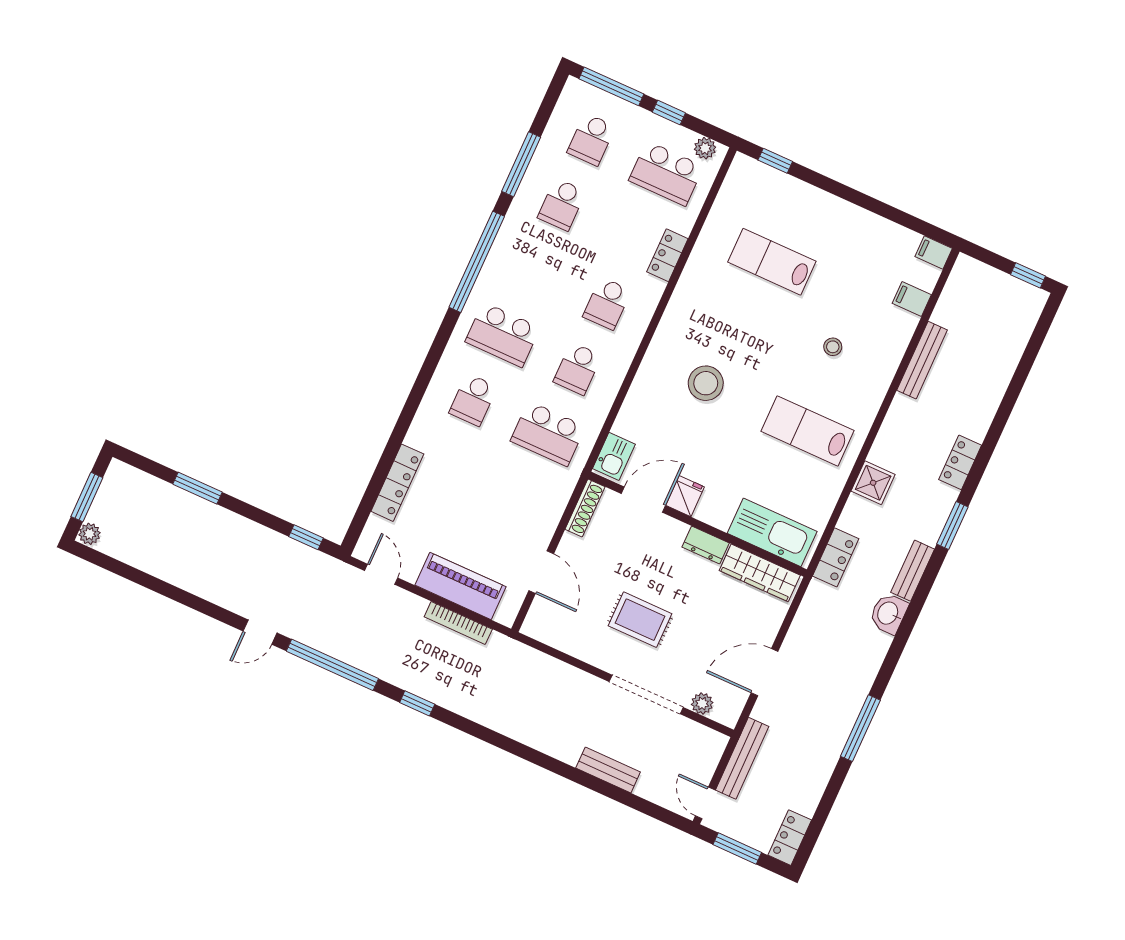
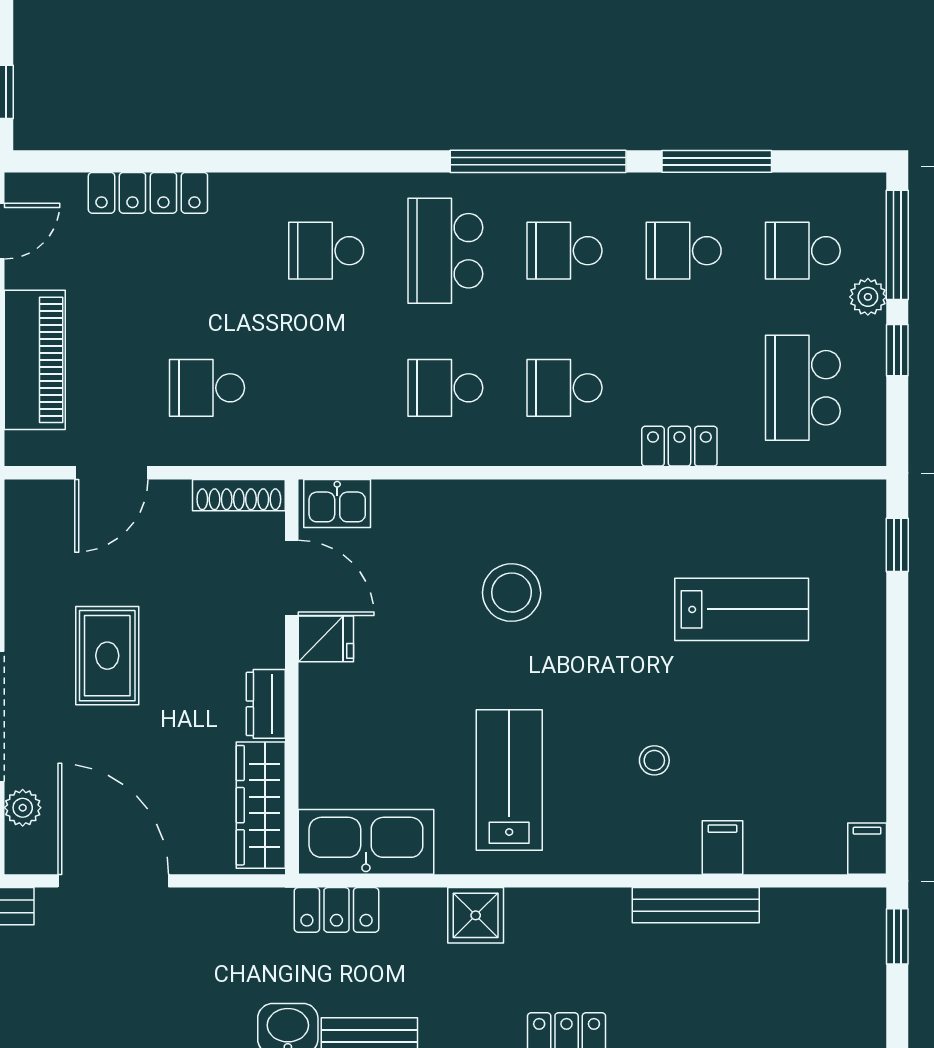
plant: (705, 148) -> (868, 297), moved
lab bench: (772, 262) -> (742, 609), turned 90
school desk: (532, 270) -> (565, 251), added
window: (1028, 275) -> (897, 936), moved
filing cabinet: (912, 299) -> (722, 847), moved
school desk: (548, 434) -> (207, 388), moved, width x0.54
kitchen sink: (772, 532) -> (366, 842), moved, turned -90
door: (765, 672) -> (113, 881), width x1.36

